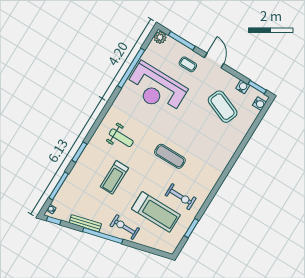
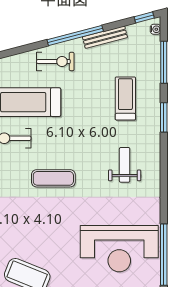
reception desk: (156, 88) -> (119, 249), turned 180
weight bench: (121, 138) -> (125, 165), turned 90
treadmill: (114, 177) -> (125, 98), moved

